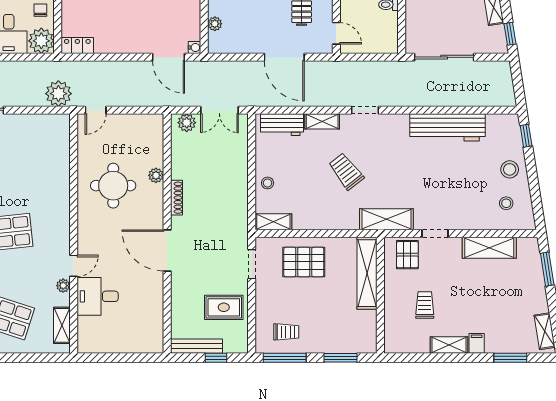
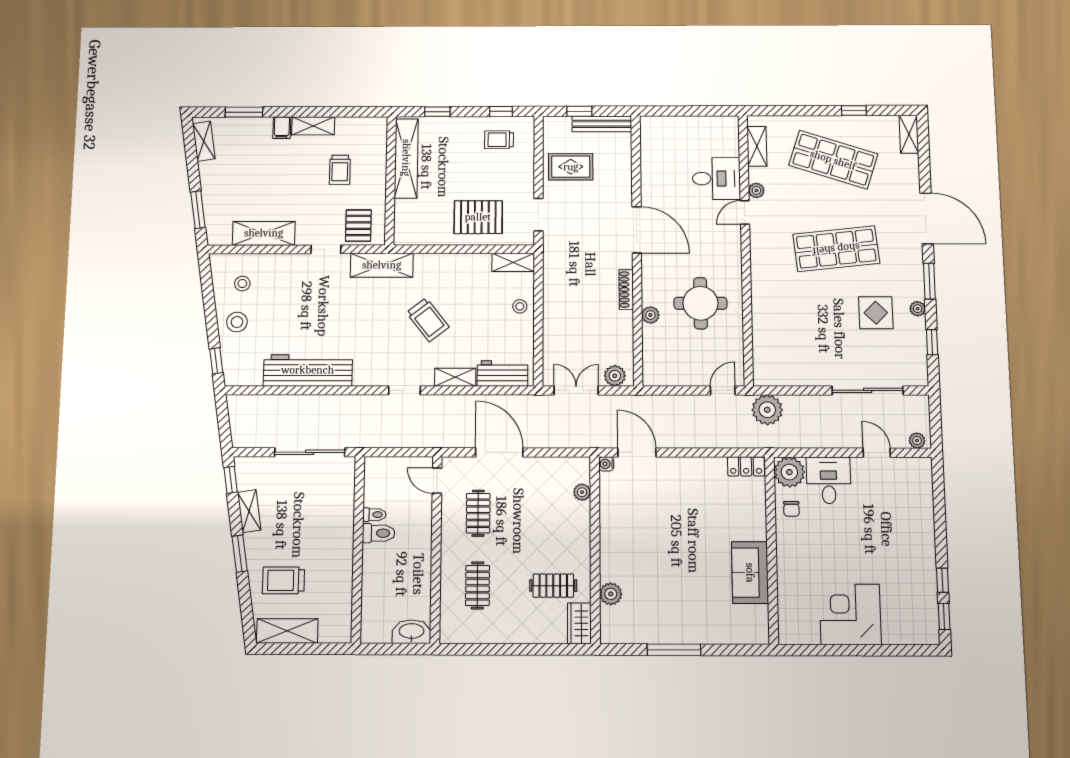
shelving: (367, 273) -> (406, 158), moved
window: (285, 358) -> (501, 111), width x0.46
window: (340, 358) -> (437, 112), width x0.67

